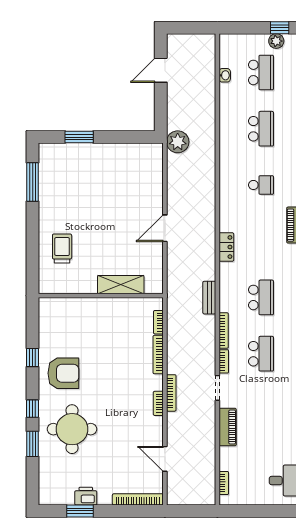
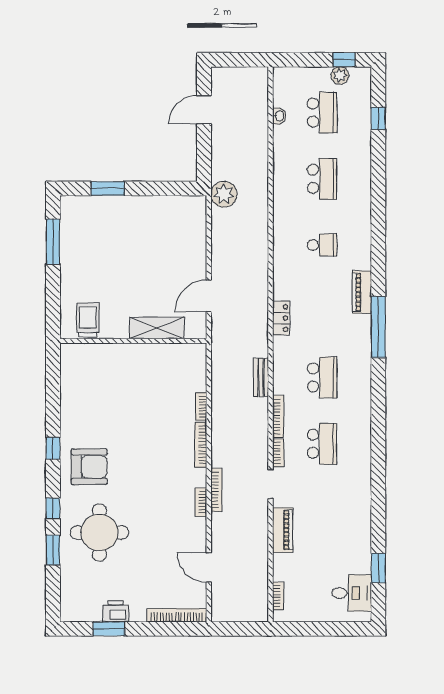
shelving: (121, 285) -> (157, 328), moved
wall: (101, 296) -> (133, 341), moved

